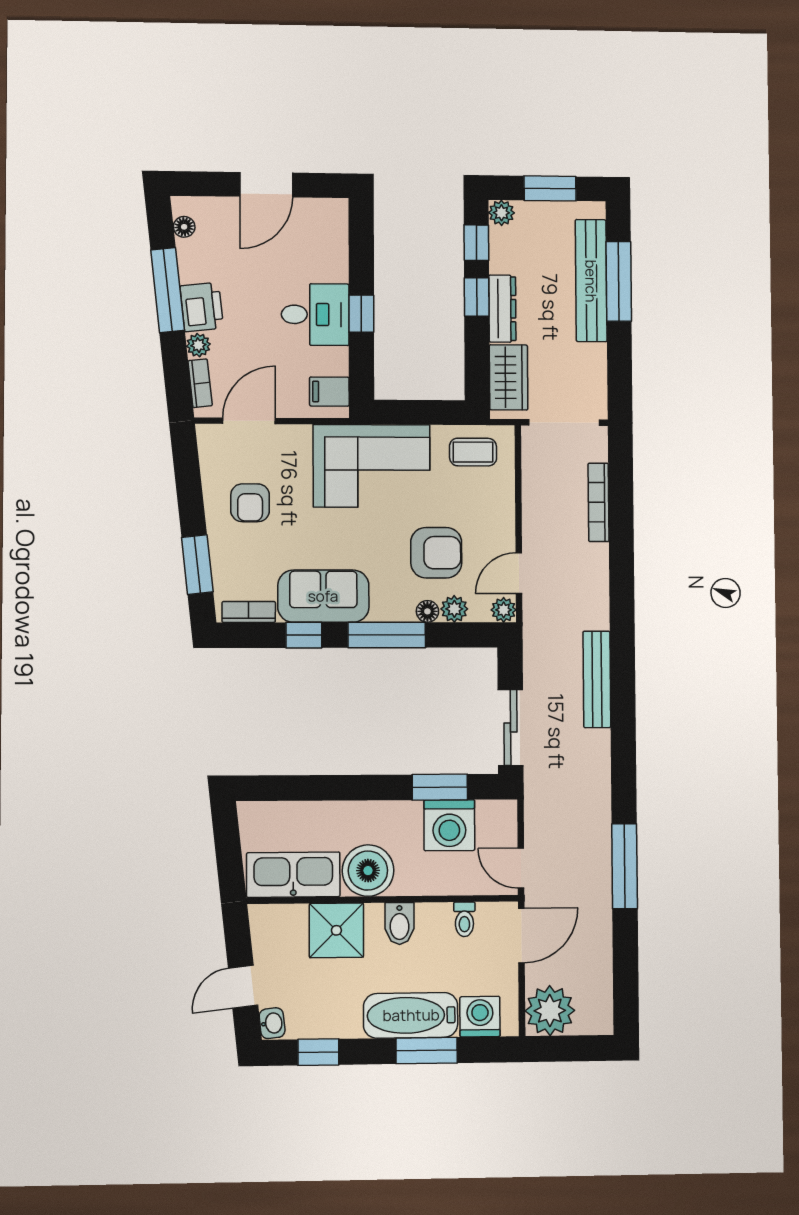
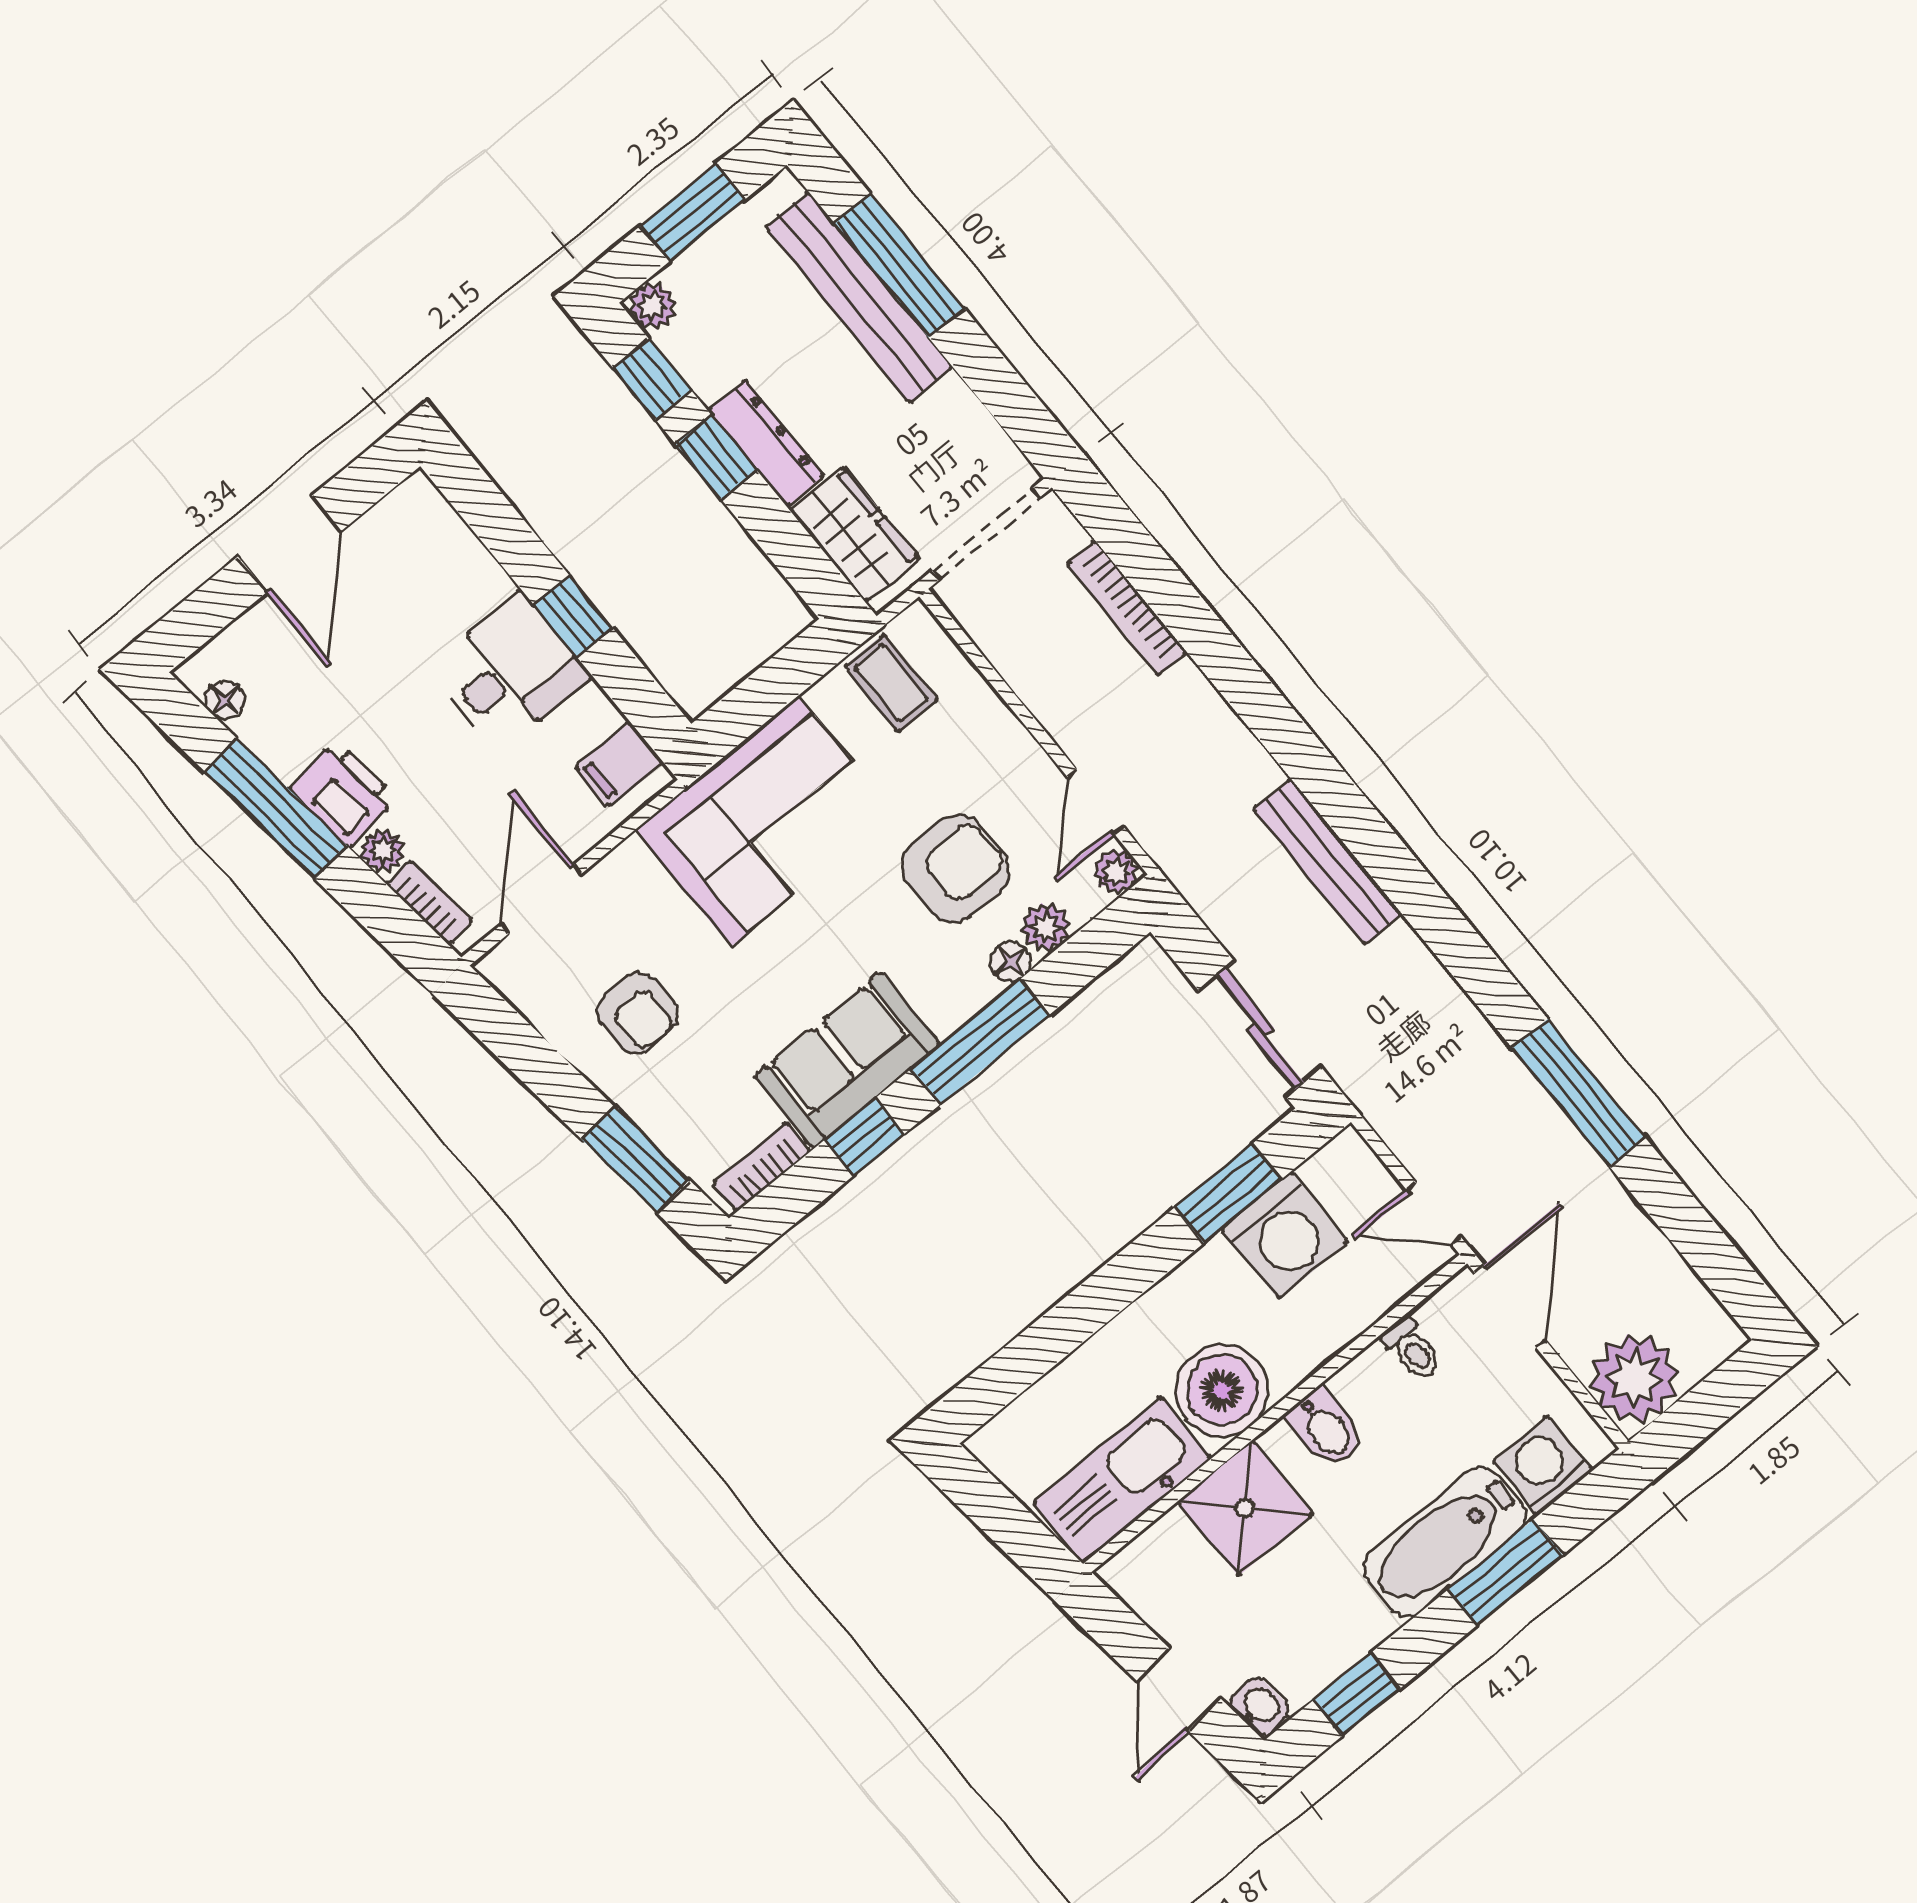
coffee table: (473, 452) -> (891, 683), turned 90

